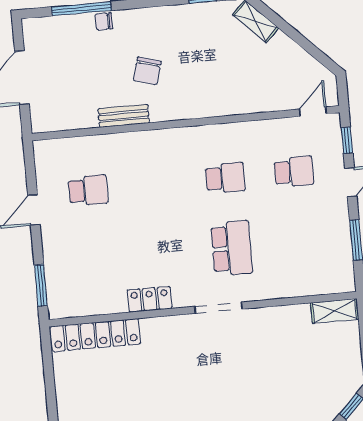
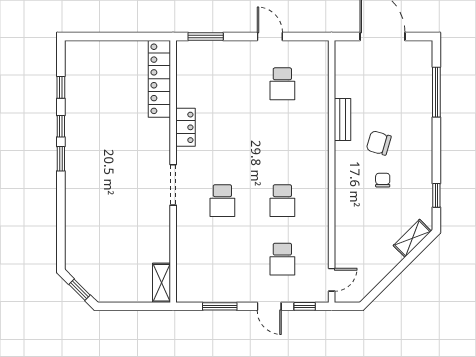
chair: (104, 21) -> (383, 180), moved
door: (313, 112) -> (332, 280), hinge flipped
school desk: (232, 248) -> (222, 201), width x0.54

